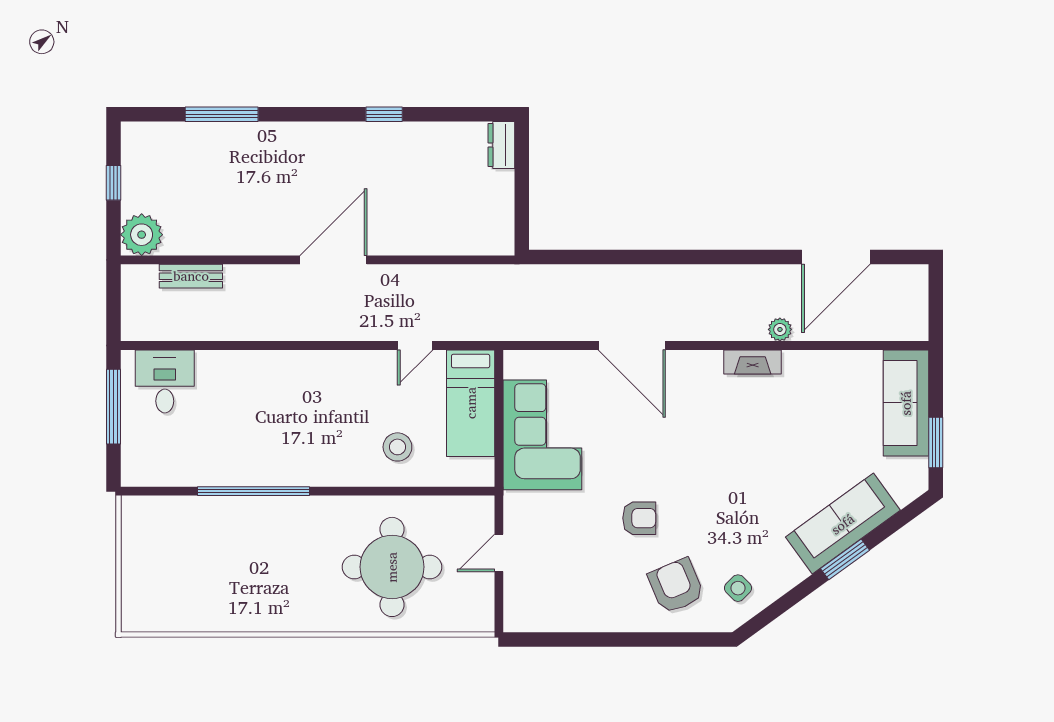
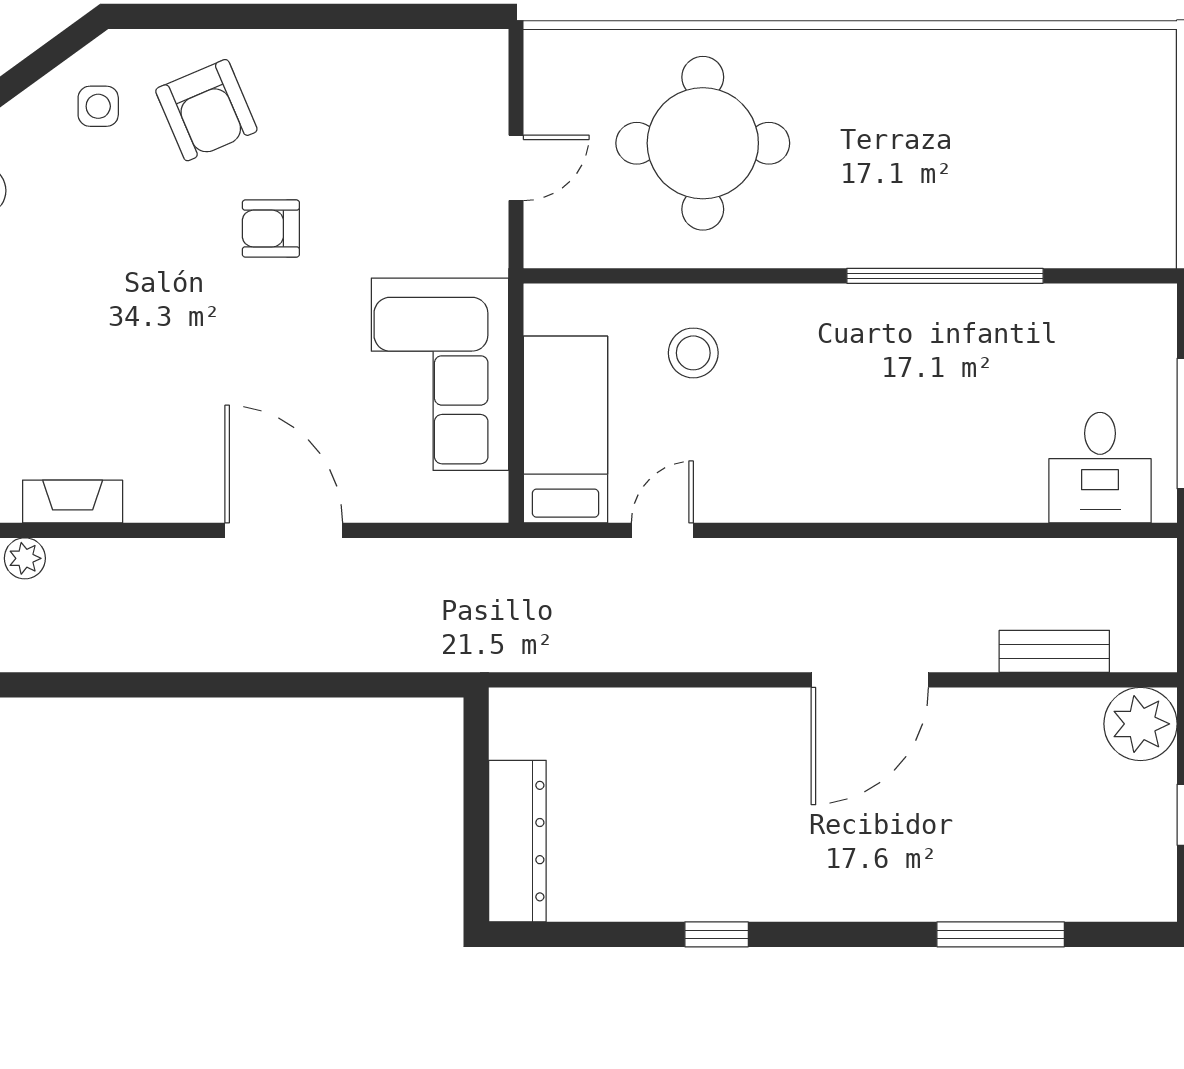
dresser: (501, 145) -> (517, 841), width x1.96, depth x1.24
door: (333, 260) -> (870, 680), moved
side table: (738, 588) -> (98, 106), turned 45

